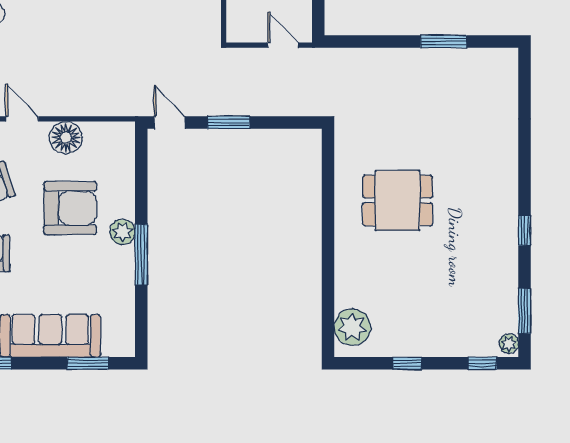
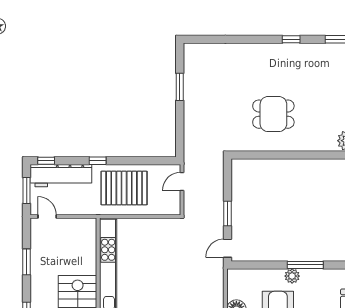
dining table: (398, 200) -> (273, 114), turned 90

